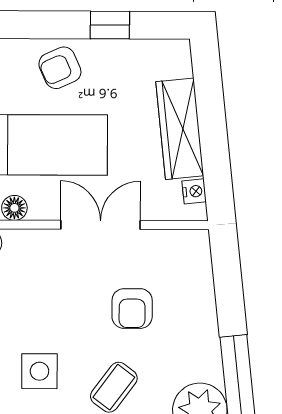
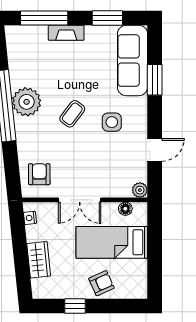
wardrobe: (180, 129) -> (39, 260), width x0.67
armchair: (132, 309) -> (39, 174), moved

